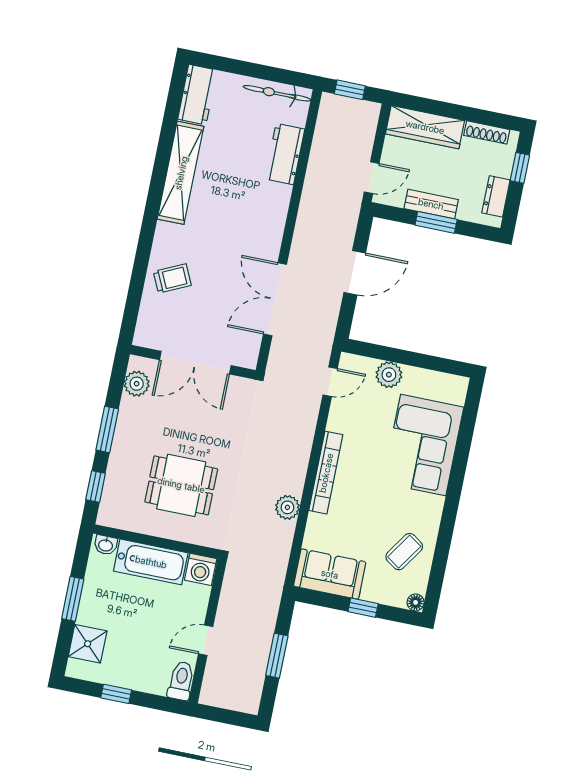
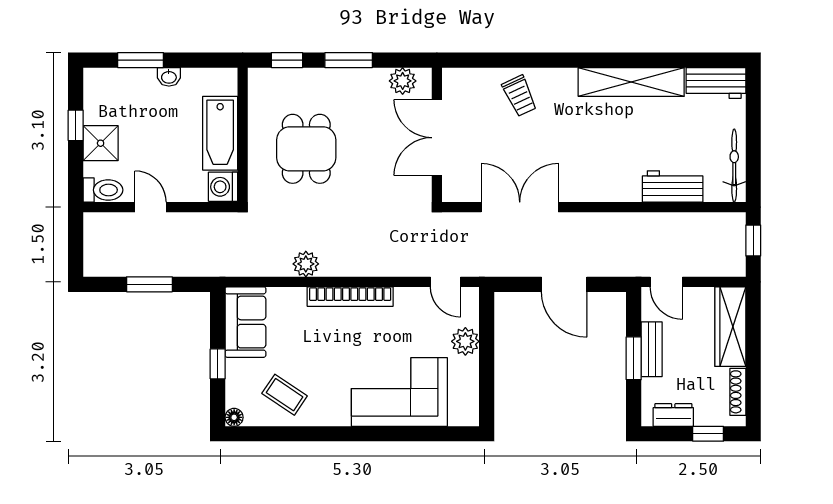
washbasin: (106, 545) -> (169, 77), moved, turned -90
window: (73, 599) -> (141, 60), moved
shower: (88, 644) -> (101, 143), moved

